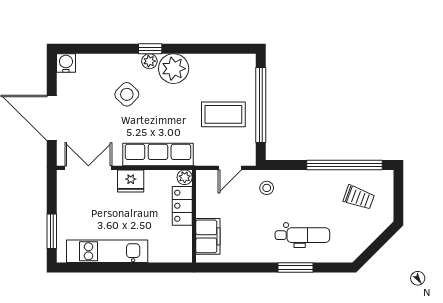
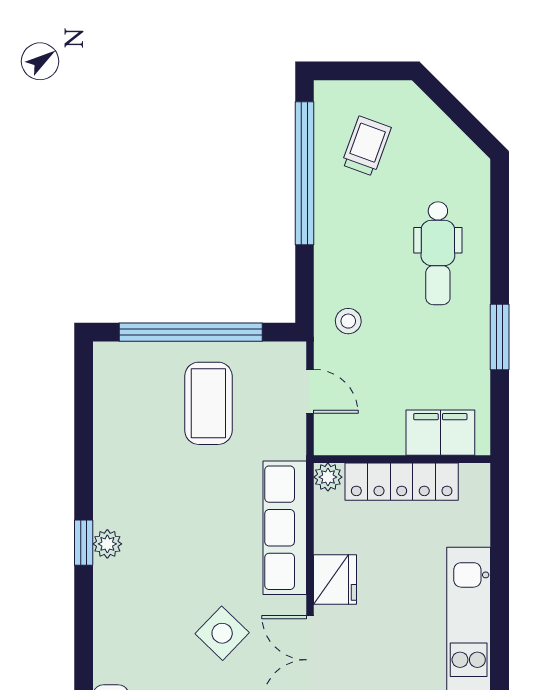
plant: (174, 69) -> (121, 498), removed
side table: (127, 94) -> (222, 633), moved
locker: (182, 206) -> (402, 482), width x1.53
dental chair: (302, 235) -> (438, 253), turned 180
window: (295, 268) -> (500, 337), moved

